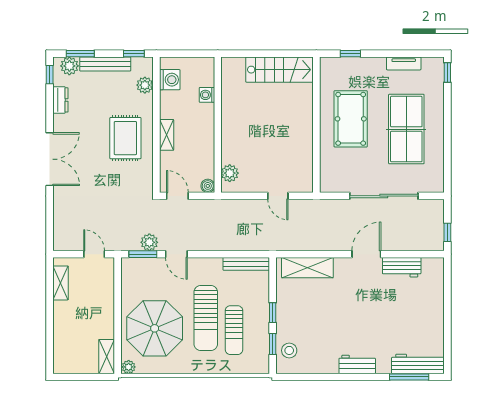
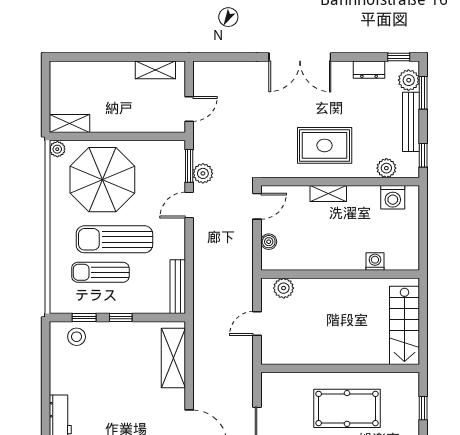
washing machine: (207, 95) -> (375, 261), moved
wall: (218, 125) -> (340, 274), moved
plant: (230, 173) -> (284, 288), moved

